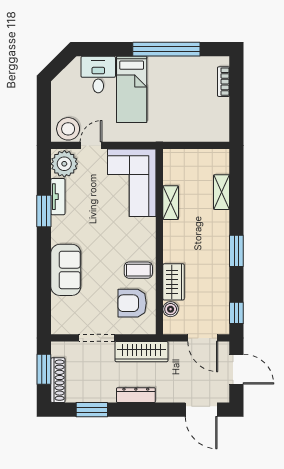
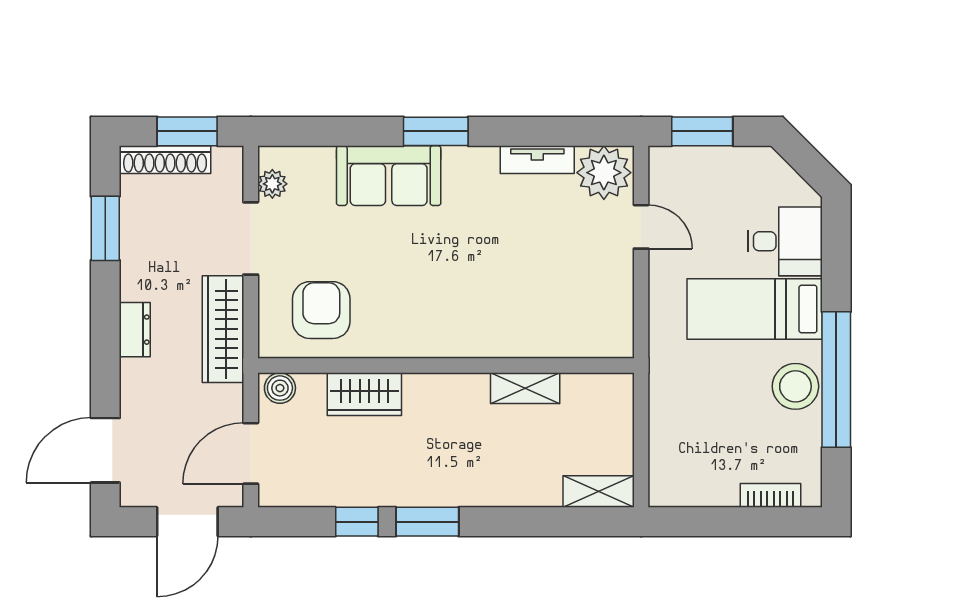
window: (44, 115) -> (702, 131), added
stool: (68, 129) -> (795, 386), moved
corner sofa: (132, 183) -> (565, 309), removed
shelving: (222, 192) -> (599, 492), moved
window: (44, 211) -> (436, 131), moved
coffee table: (138, 270) -> (388, 323), removed
boiler: (171, 309) -> (280, 388), moved
window: (236, 313) -> (357, 522), moved
plant: (70, 327) -> (272, 184), added
dresser: (136, 395) -> (135, 330), width x0.70

